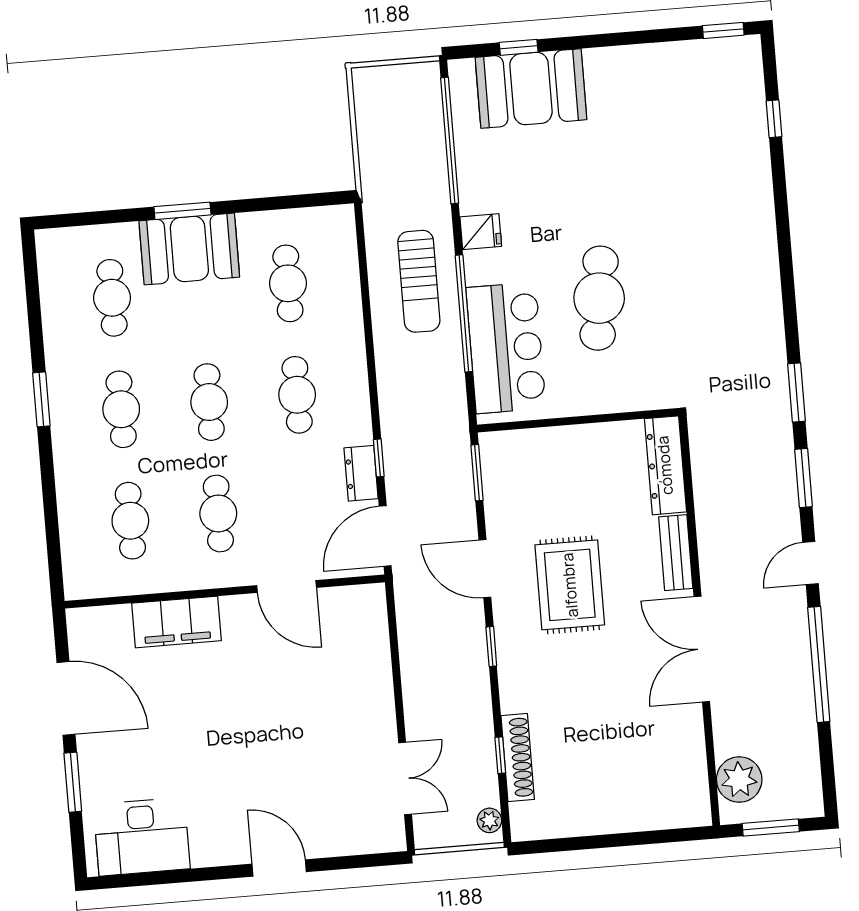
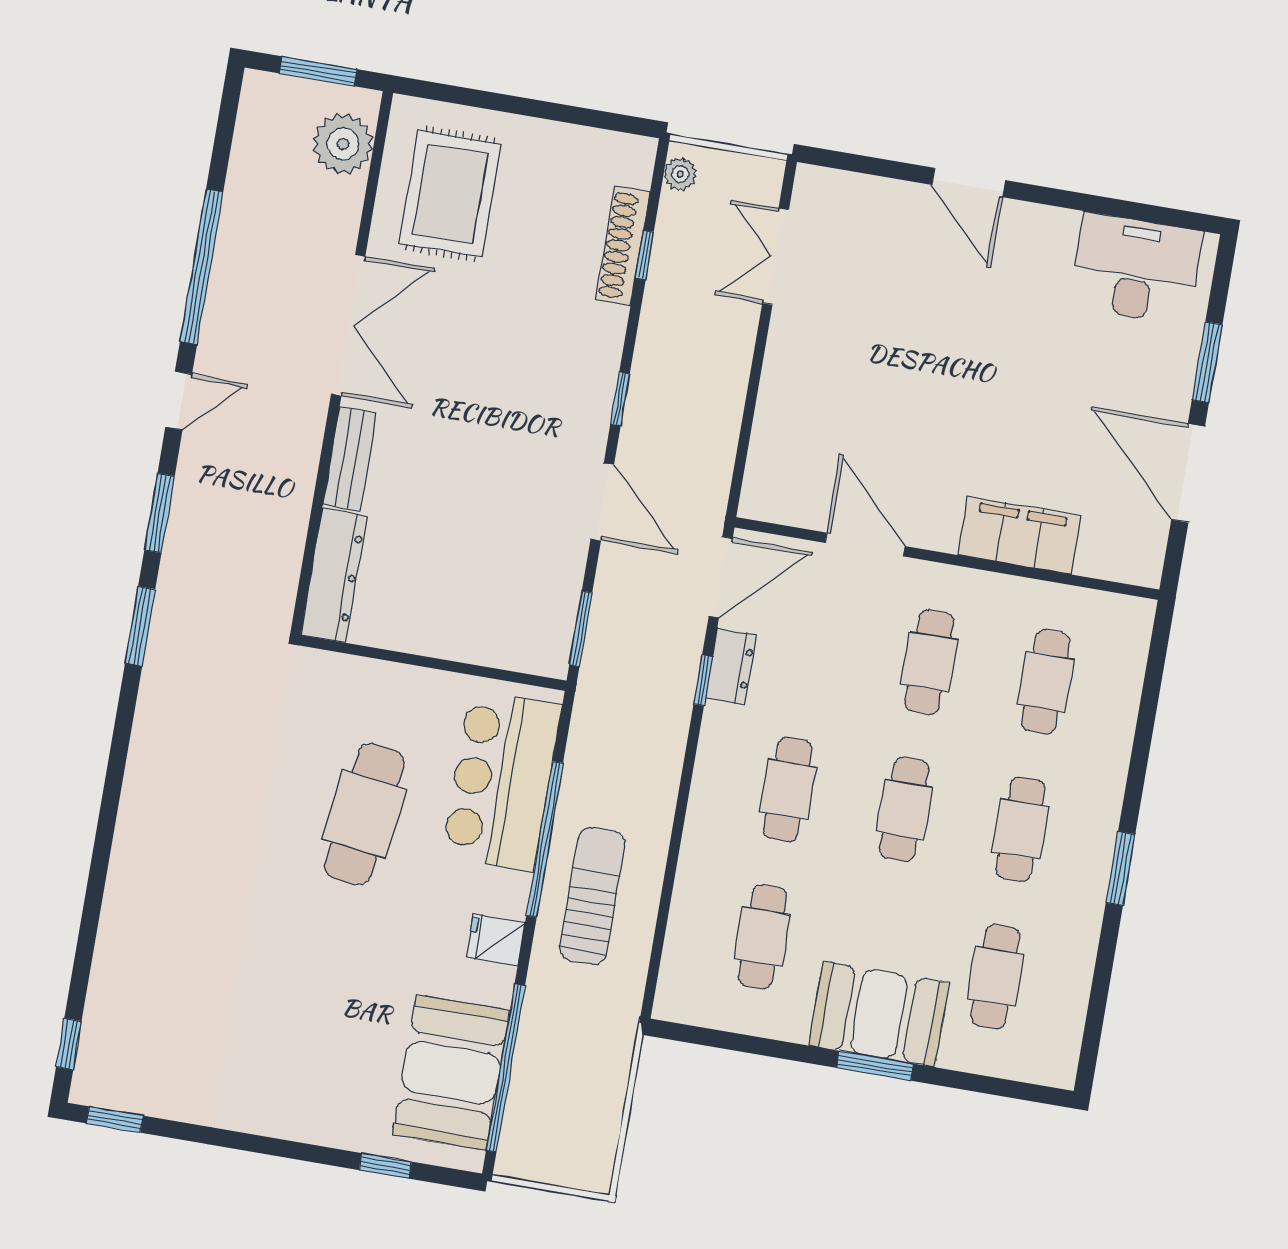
booth: (531, 89) -> (451, 1073), moved, turned 90
window: (774, 119) -> (69, 1044), moved
rug: (570, 585) -> (450, 194), moved

